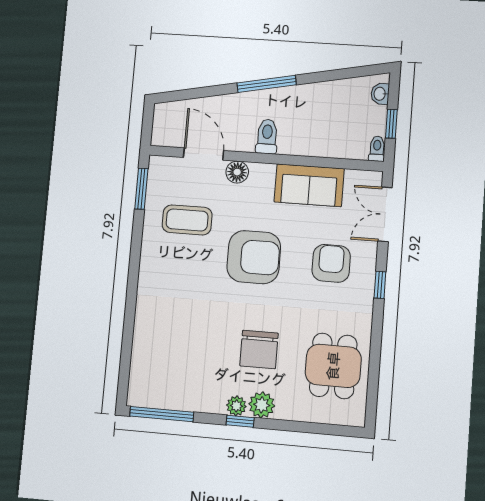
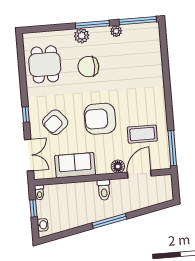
door: (204, 154) -> (139, 174), swing flipped
window: (141, 189) -> (172, 148), width x1.44
armchair: (331, 263) -> (55, 122), turned 51
chair: (259, 349) -> (88, 67), turned -90
plant: (236, 406) -> (116, 31), moved
window: (240, 421) -> (92, 24), width x2.17

